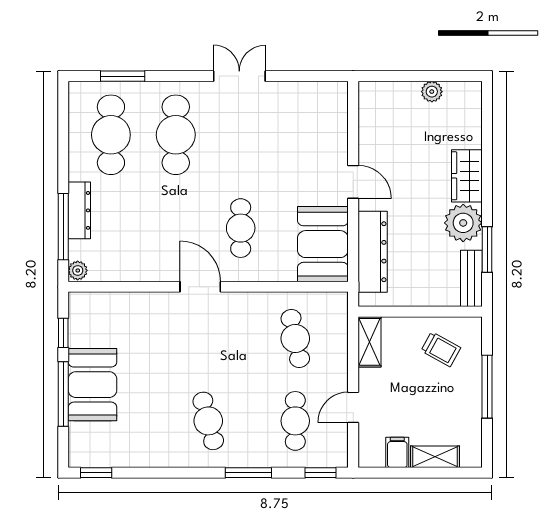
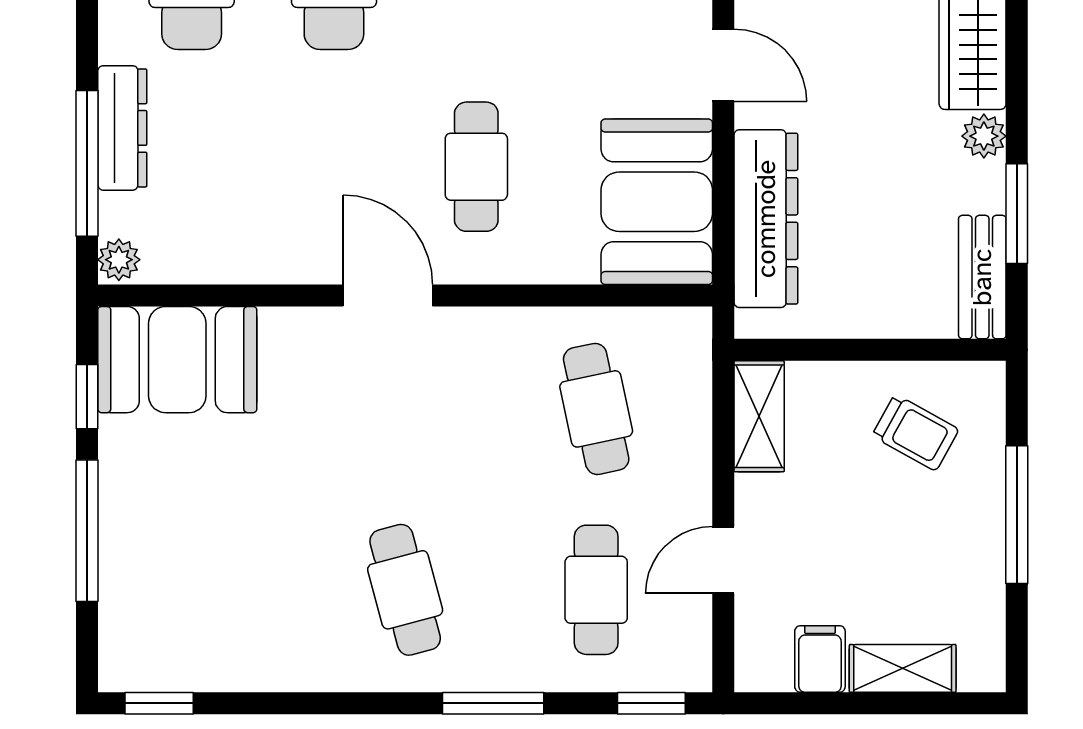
plant: (463, 223) -> (984, 136), width x0.53, depth x0.53
booth: (92, 385) -> (177, 360), moved, turned 90

